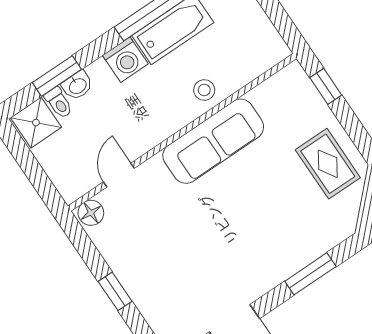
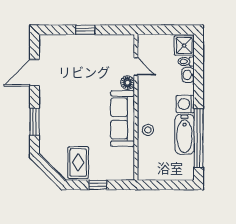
window: (57, 76) -> (199, 69), removed
window: (326, 86) -> (98, 185), moved
rug: (328, 164) -> (78, 163), turned 90
floor lamp: (91, 213) -> (128, 83), moved

